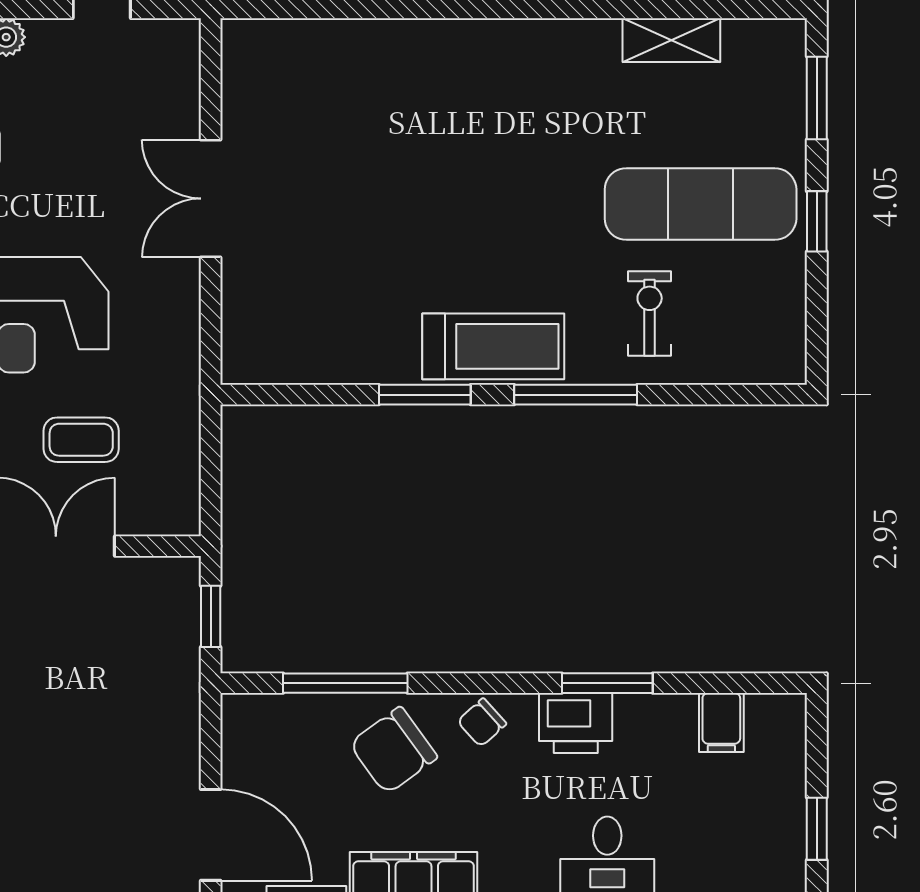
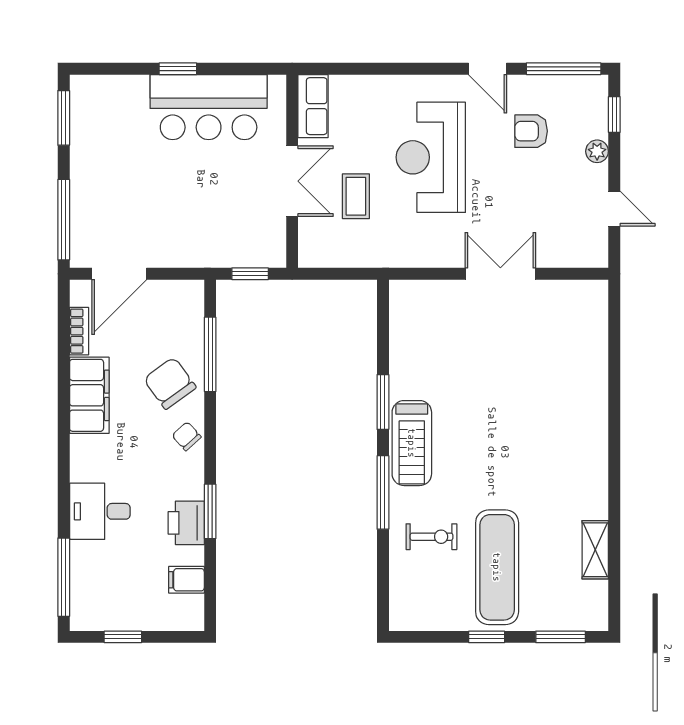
printer: (576, 723) -> (186, 523), moved

